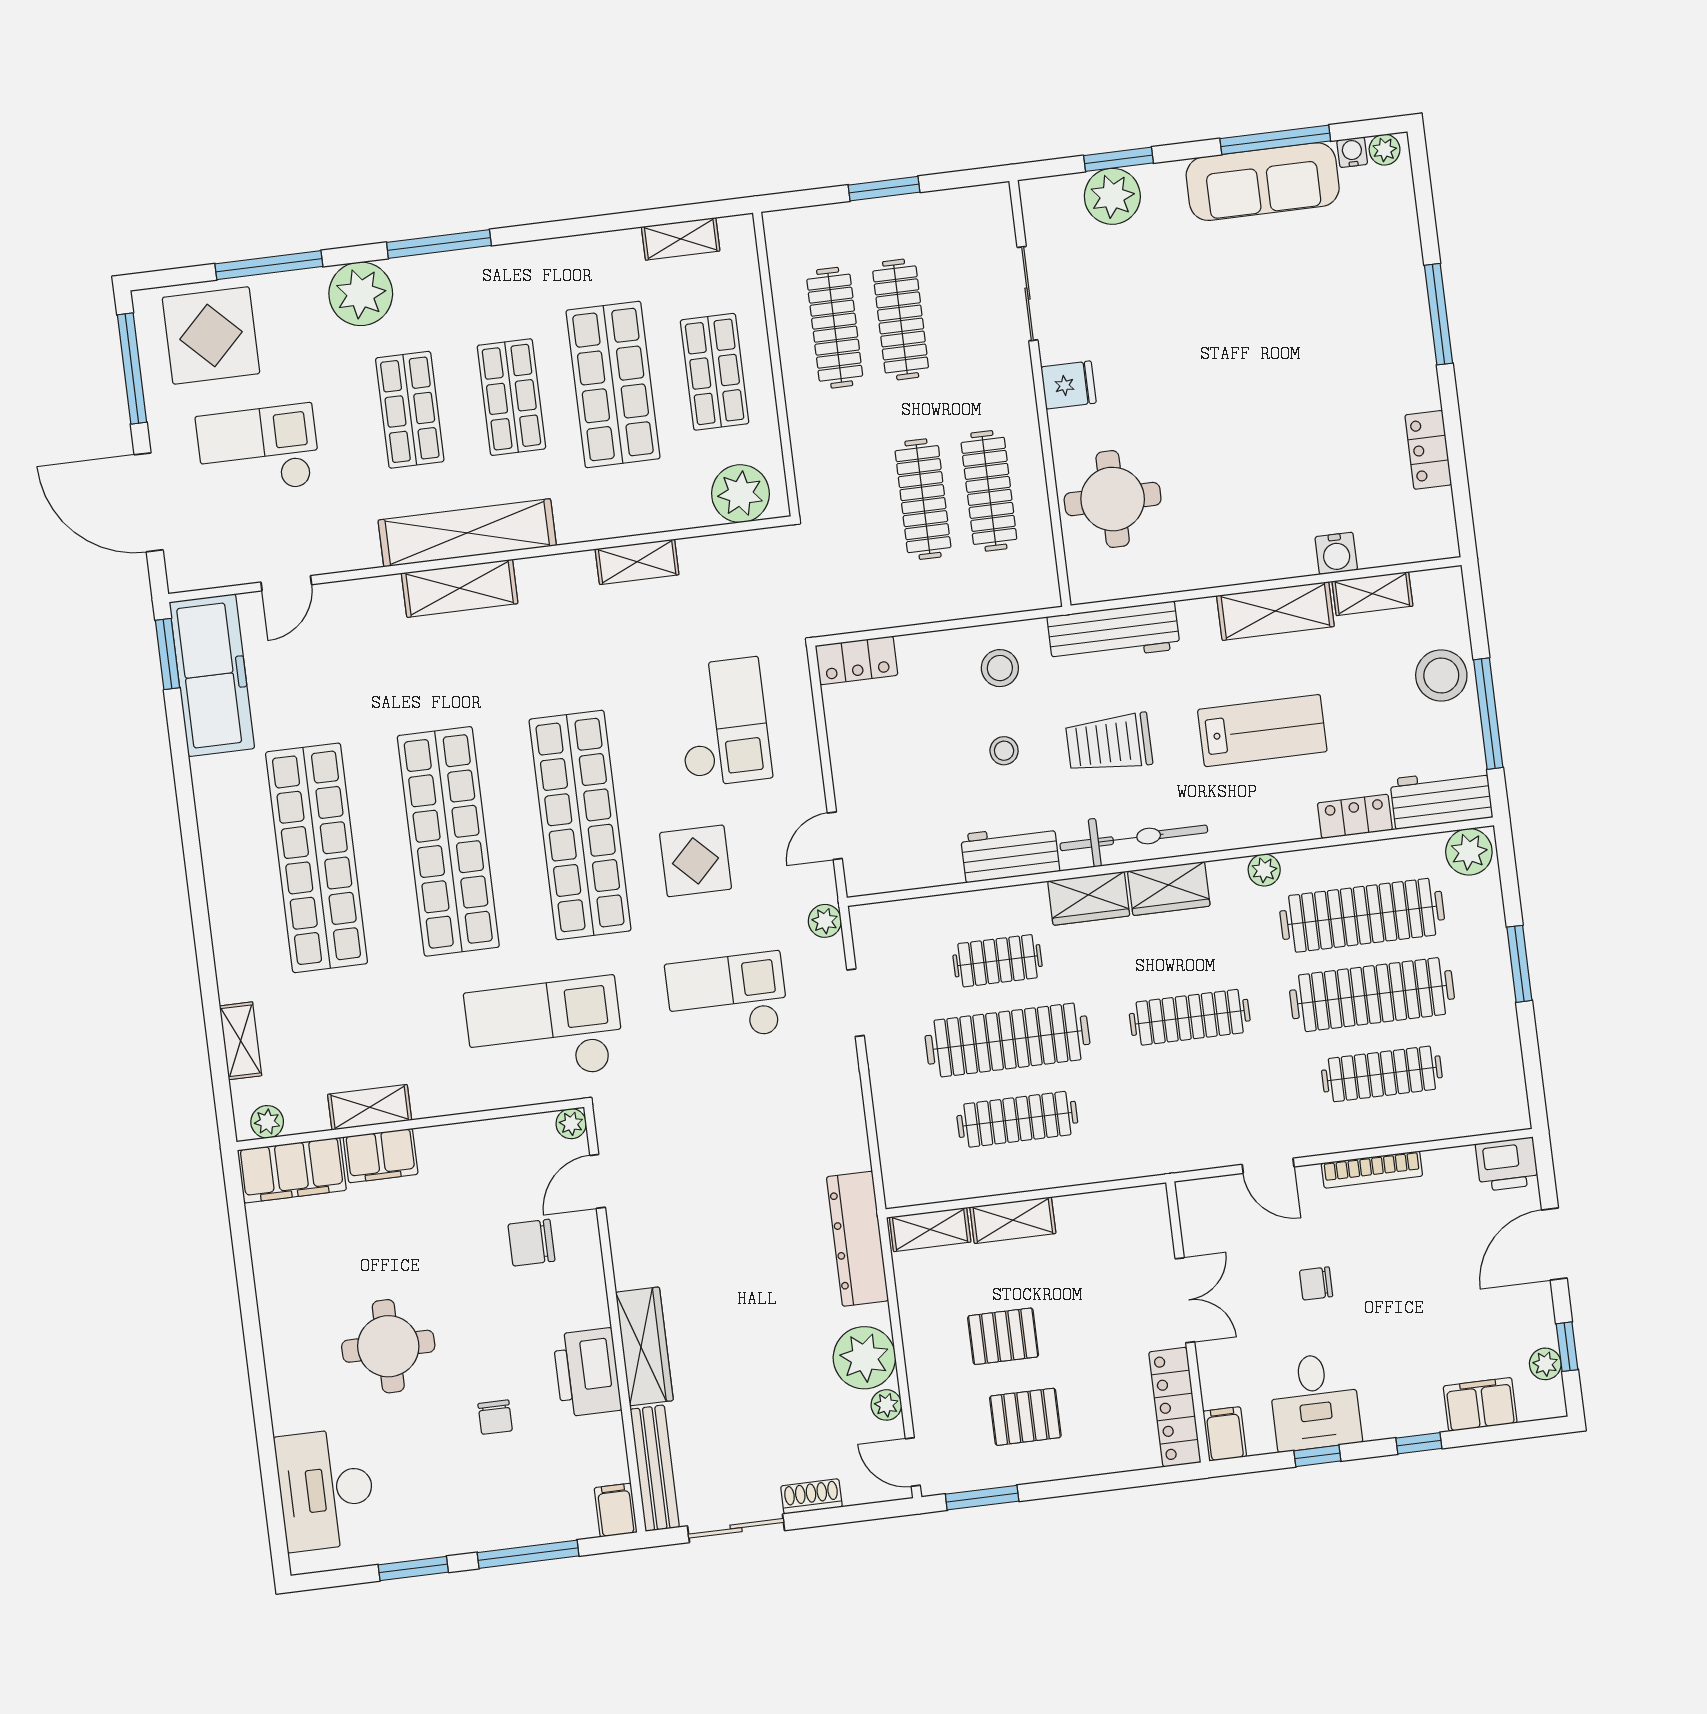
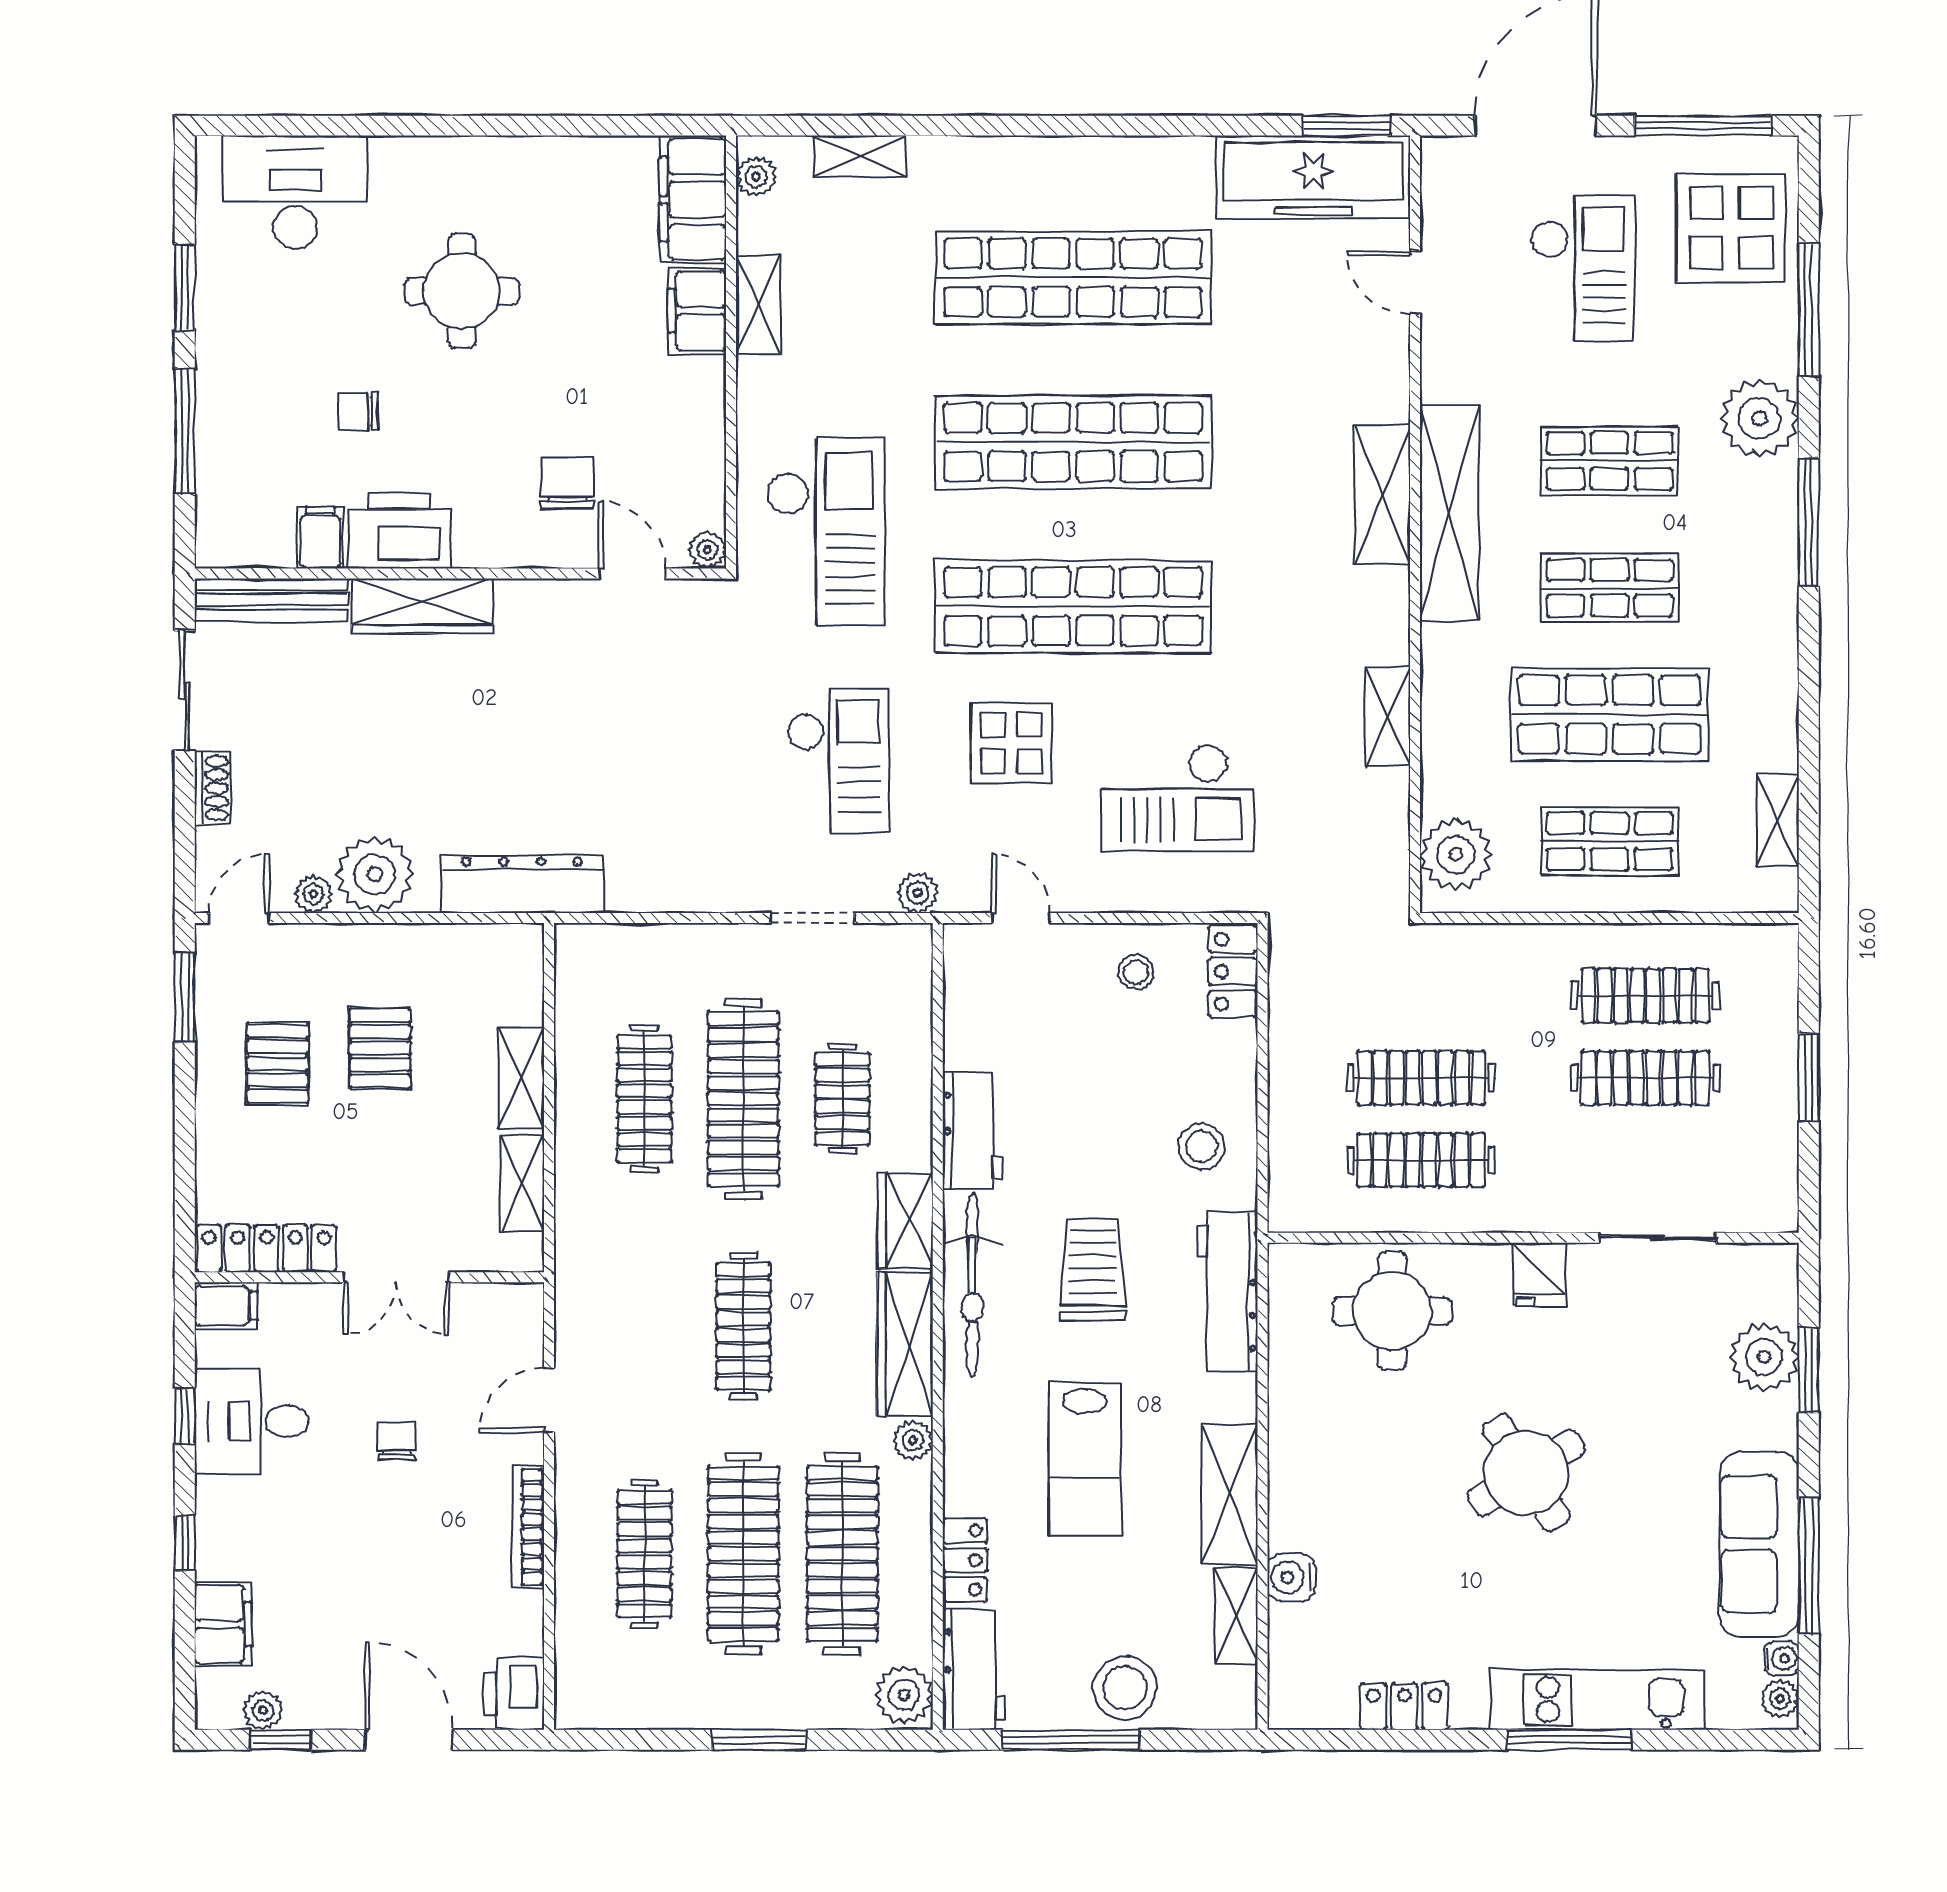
kitchen unit: (1404, 296) -> (1597, 1700), added
round table: (1229, 375) -> (1526, 1473), added
stool: (1004, 751) -> (1136, 972), moved
wardrobe: (1169, 888) -> (905, 1344), width x1.50
shelving: (930, 1229) -> (522, 1183), moved
filing cabinet: (616, 1510) -> (320, 538), moved, turned -90

